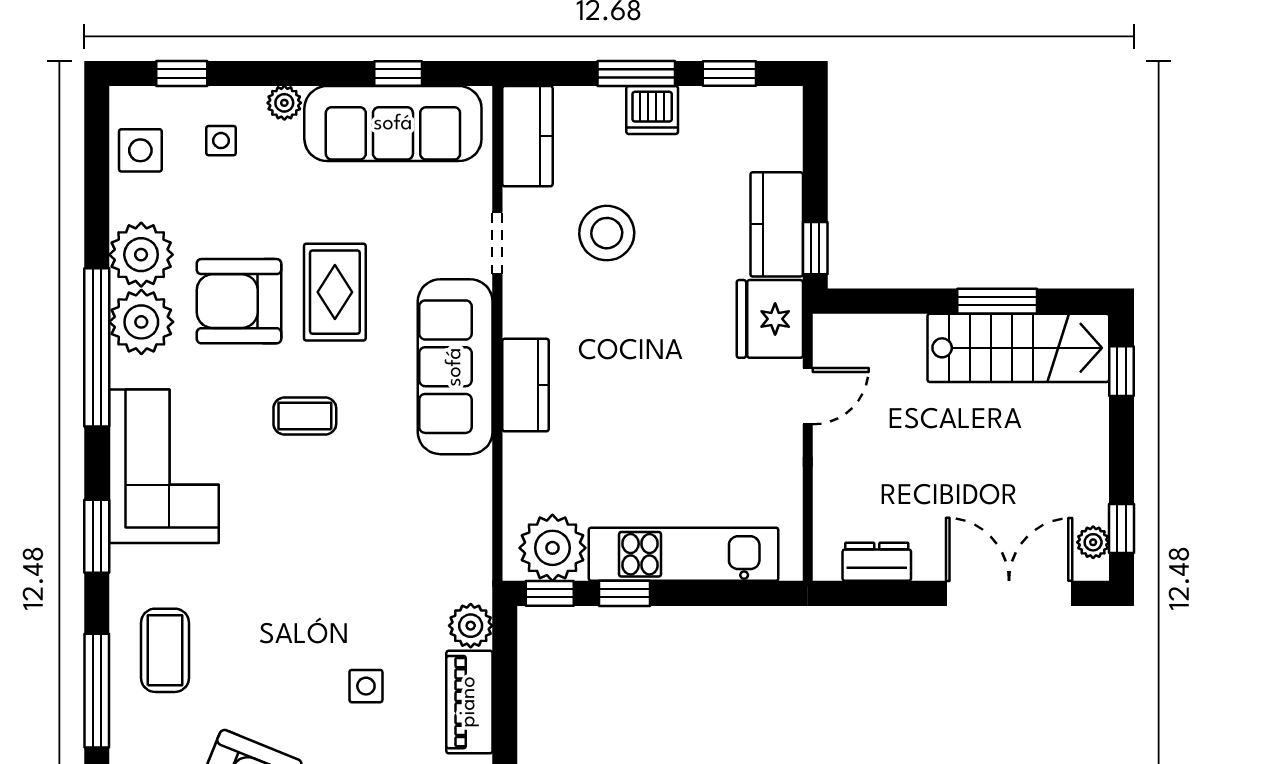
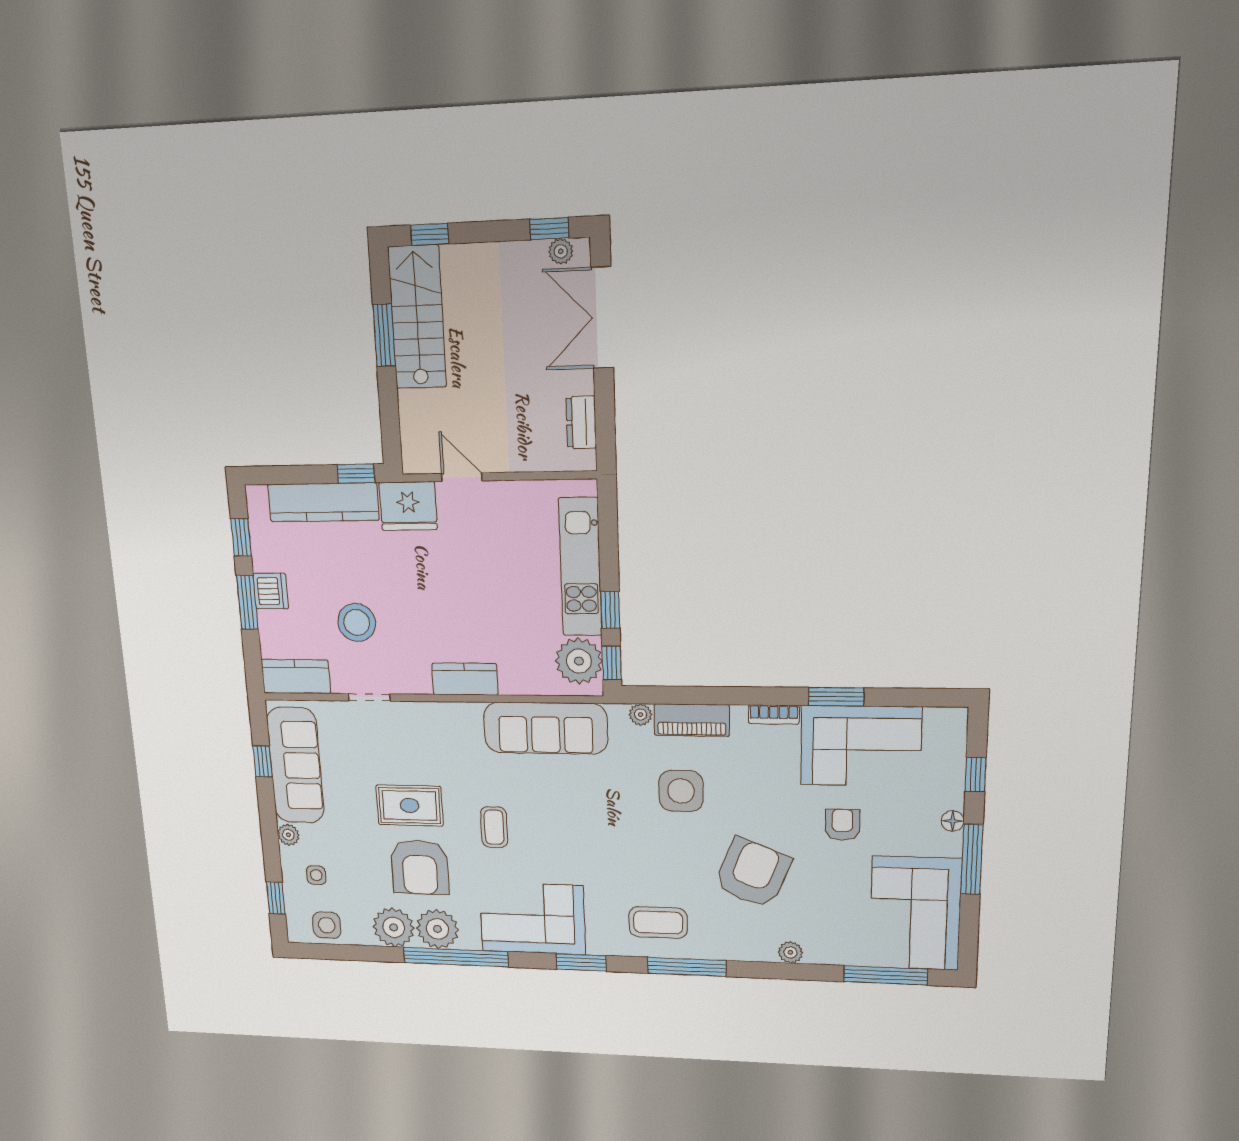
kitchen counter: (777, 224) -> (323, 502), width x1.50
sofa: (455, 367) -> (545, 728), moved
plant: (471, 626) -> (640, 715), width x0.73, depth x0.73
side table: (366, 686) -> (681, 791), width x1.87, depth x1.87

